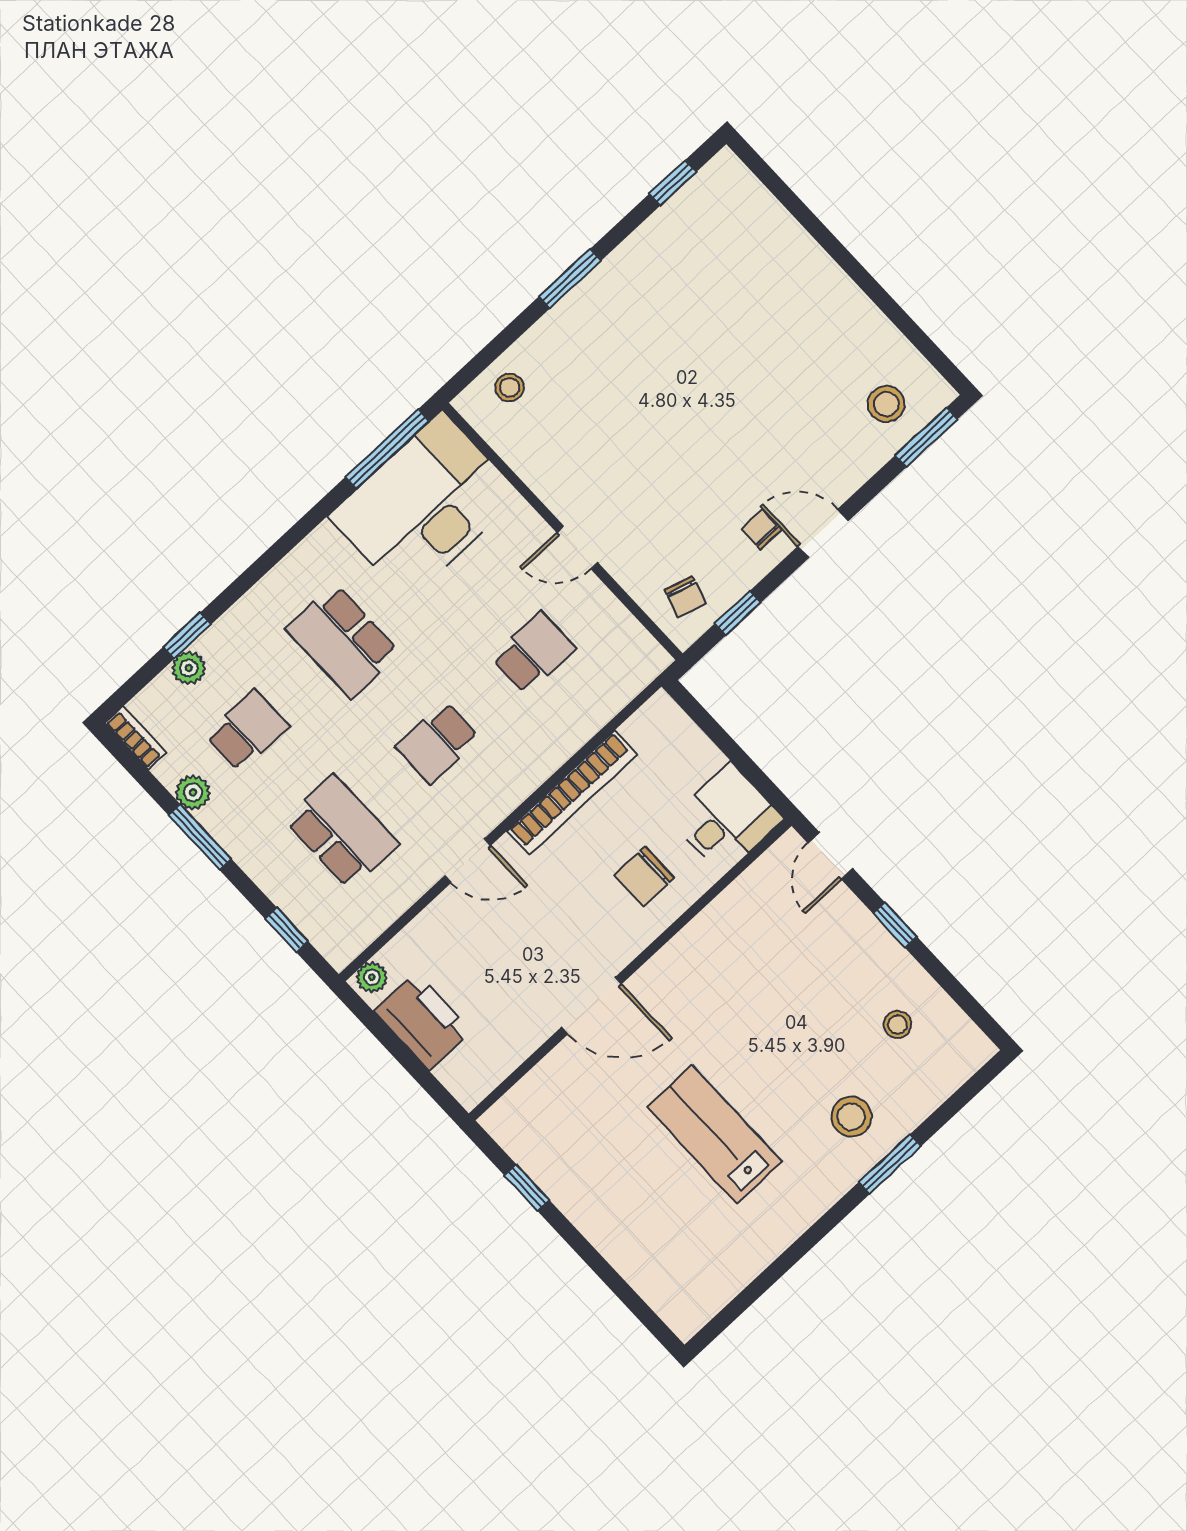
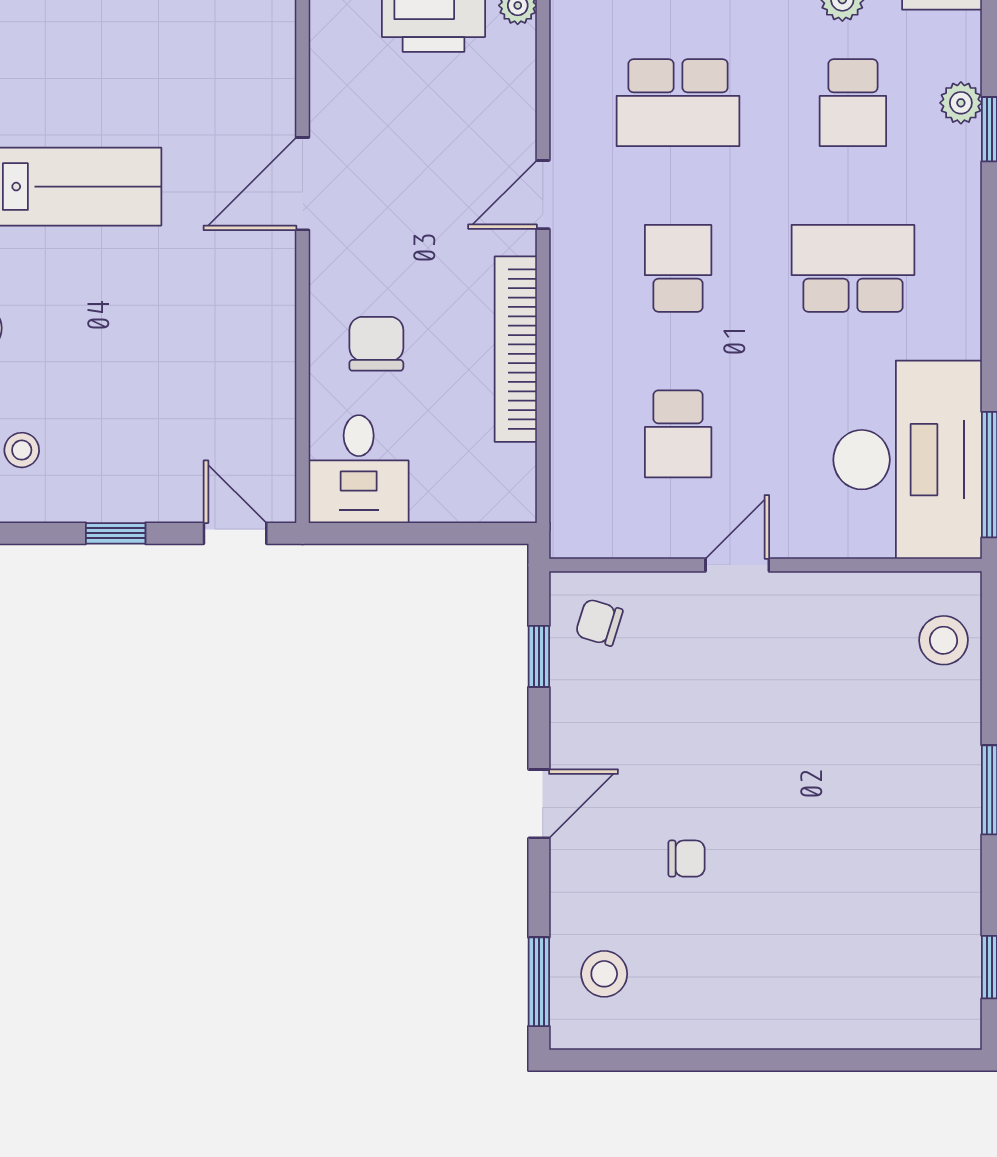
stool: (510, 388) -> (944, 640), width x1.37, depth x1.37
chair: (761, 529) -> (687, 859), moved

